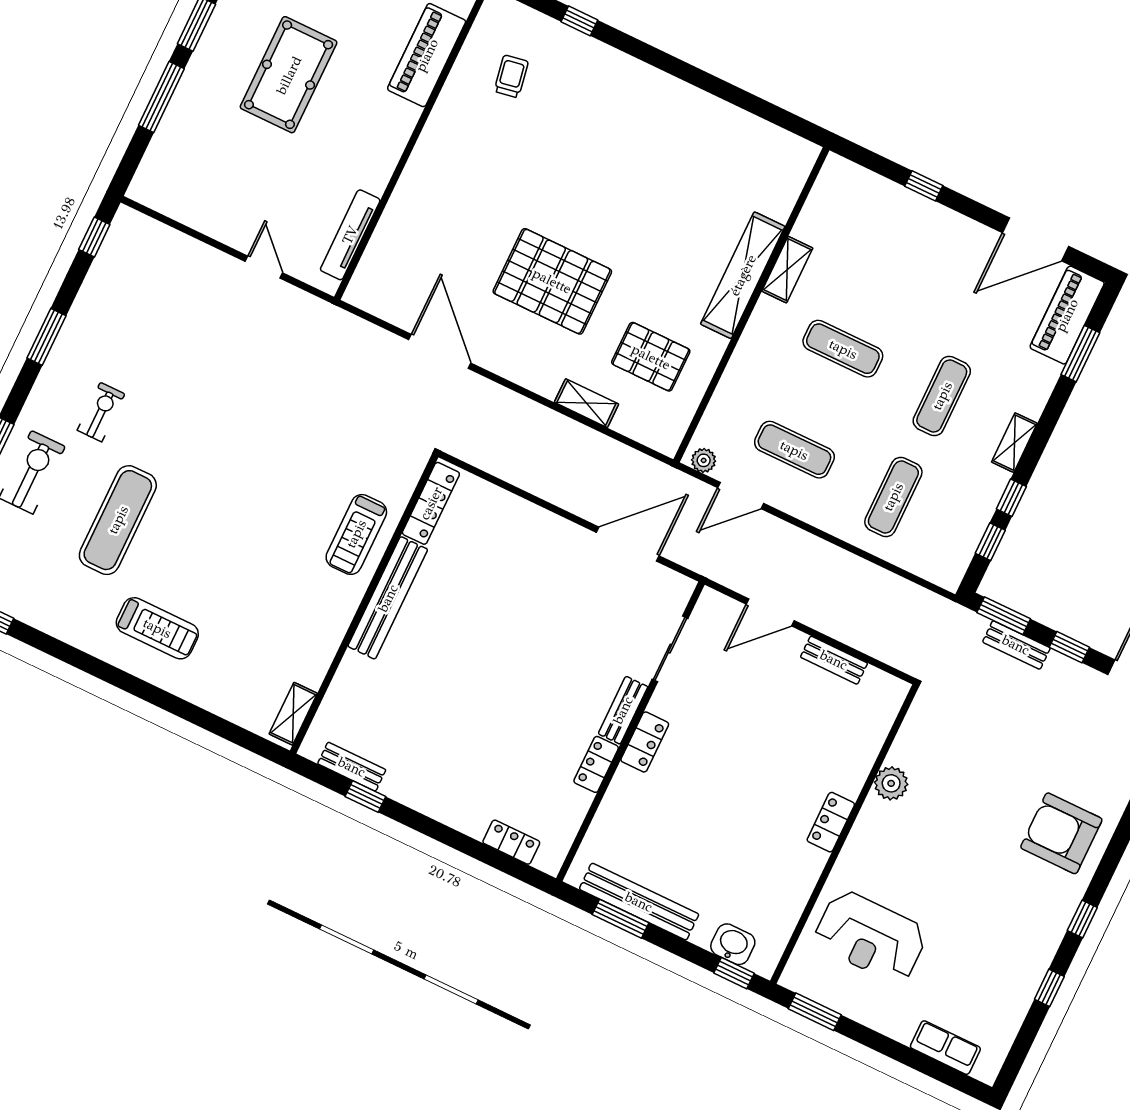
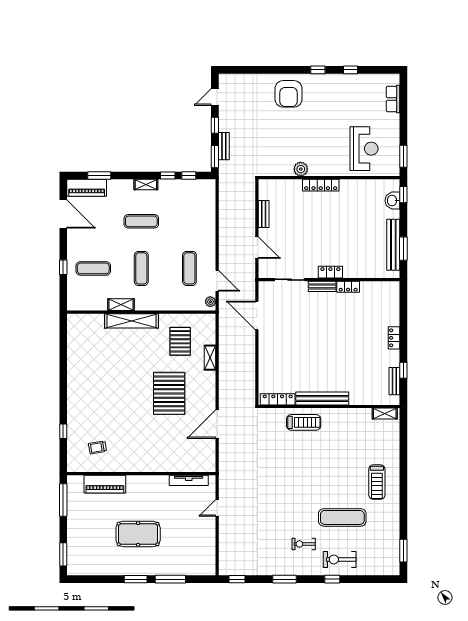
exercise mat: (893, 497) -> (93, 268), moved
treadmill: (157, 628) -> (377, 482), turned 180
locker: (831, 822) -> (321, 185), width x1.53
locker: (511, 842) -> (394, 338), moved

